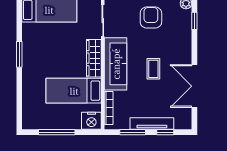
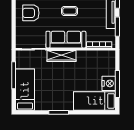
bed: (74, 91) -> (95, 101), moved, turned 90
nightstand: (91, 121) -> (109, 83), moved

